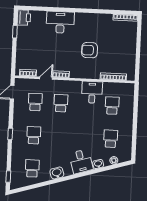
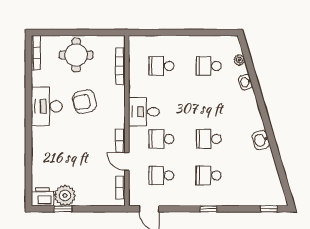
desk: (60, 22) -> (47, 106), moved
plant: (24, 34) -> (65, 195), added
round table: (123, 46) -> (76, 55), added
armchair: (90, 50) -> (84, 102), turned 78
desk: (92, 92) -> (144, 112), moved
desk: (81, 161) -> (243, 106), removed
school desk: (32, 168) -> (209, 139), moved

